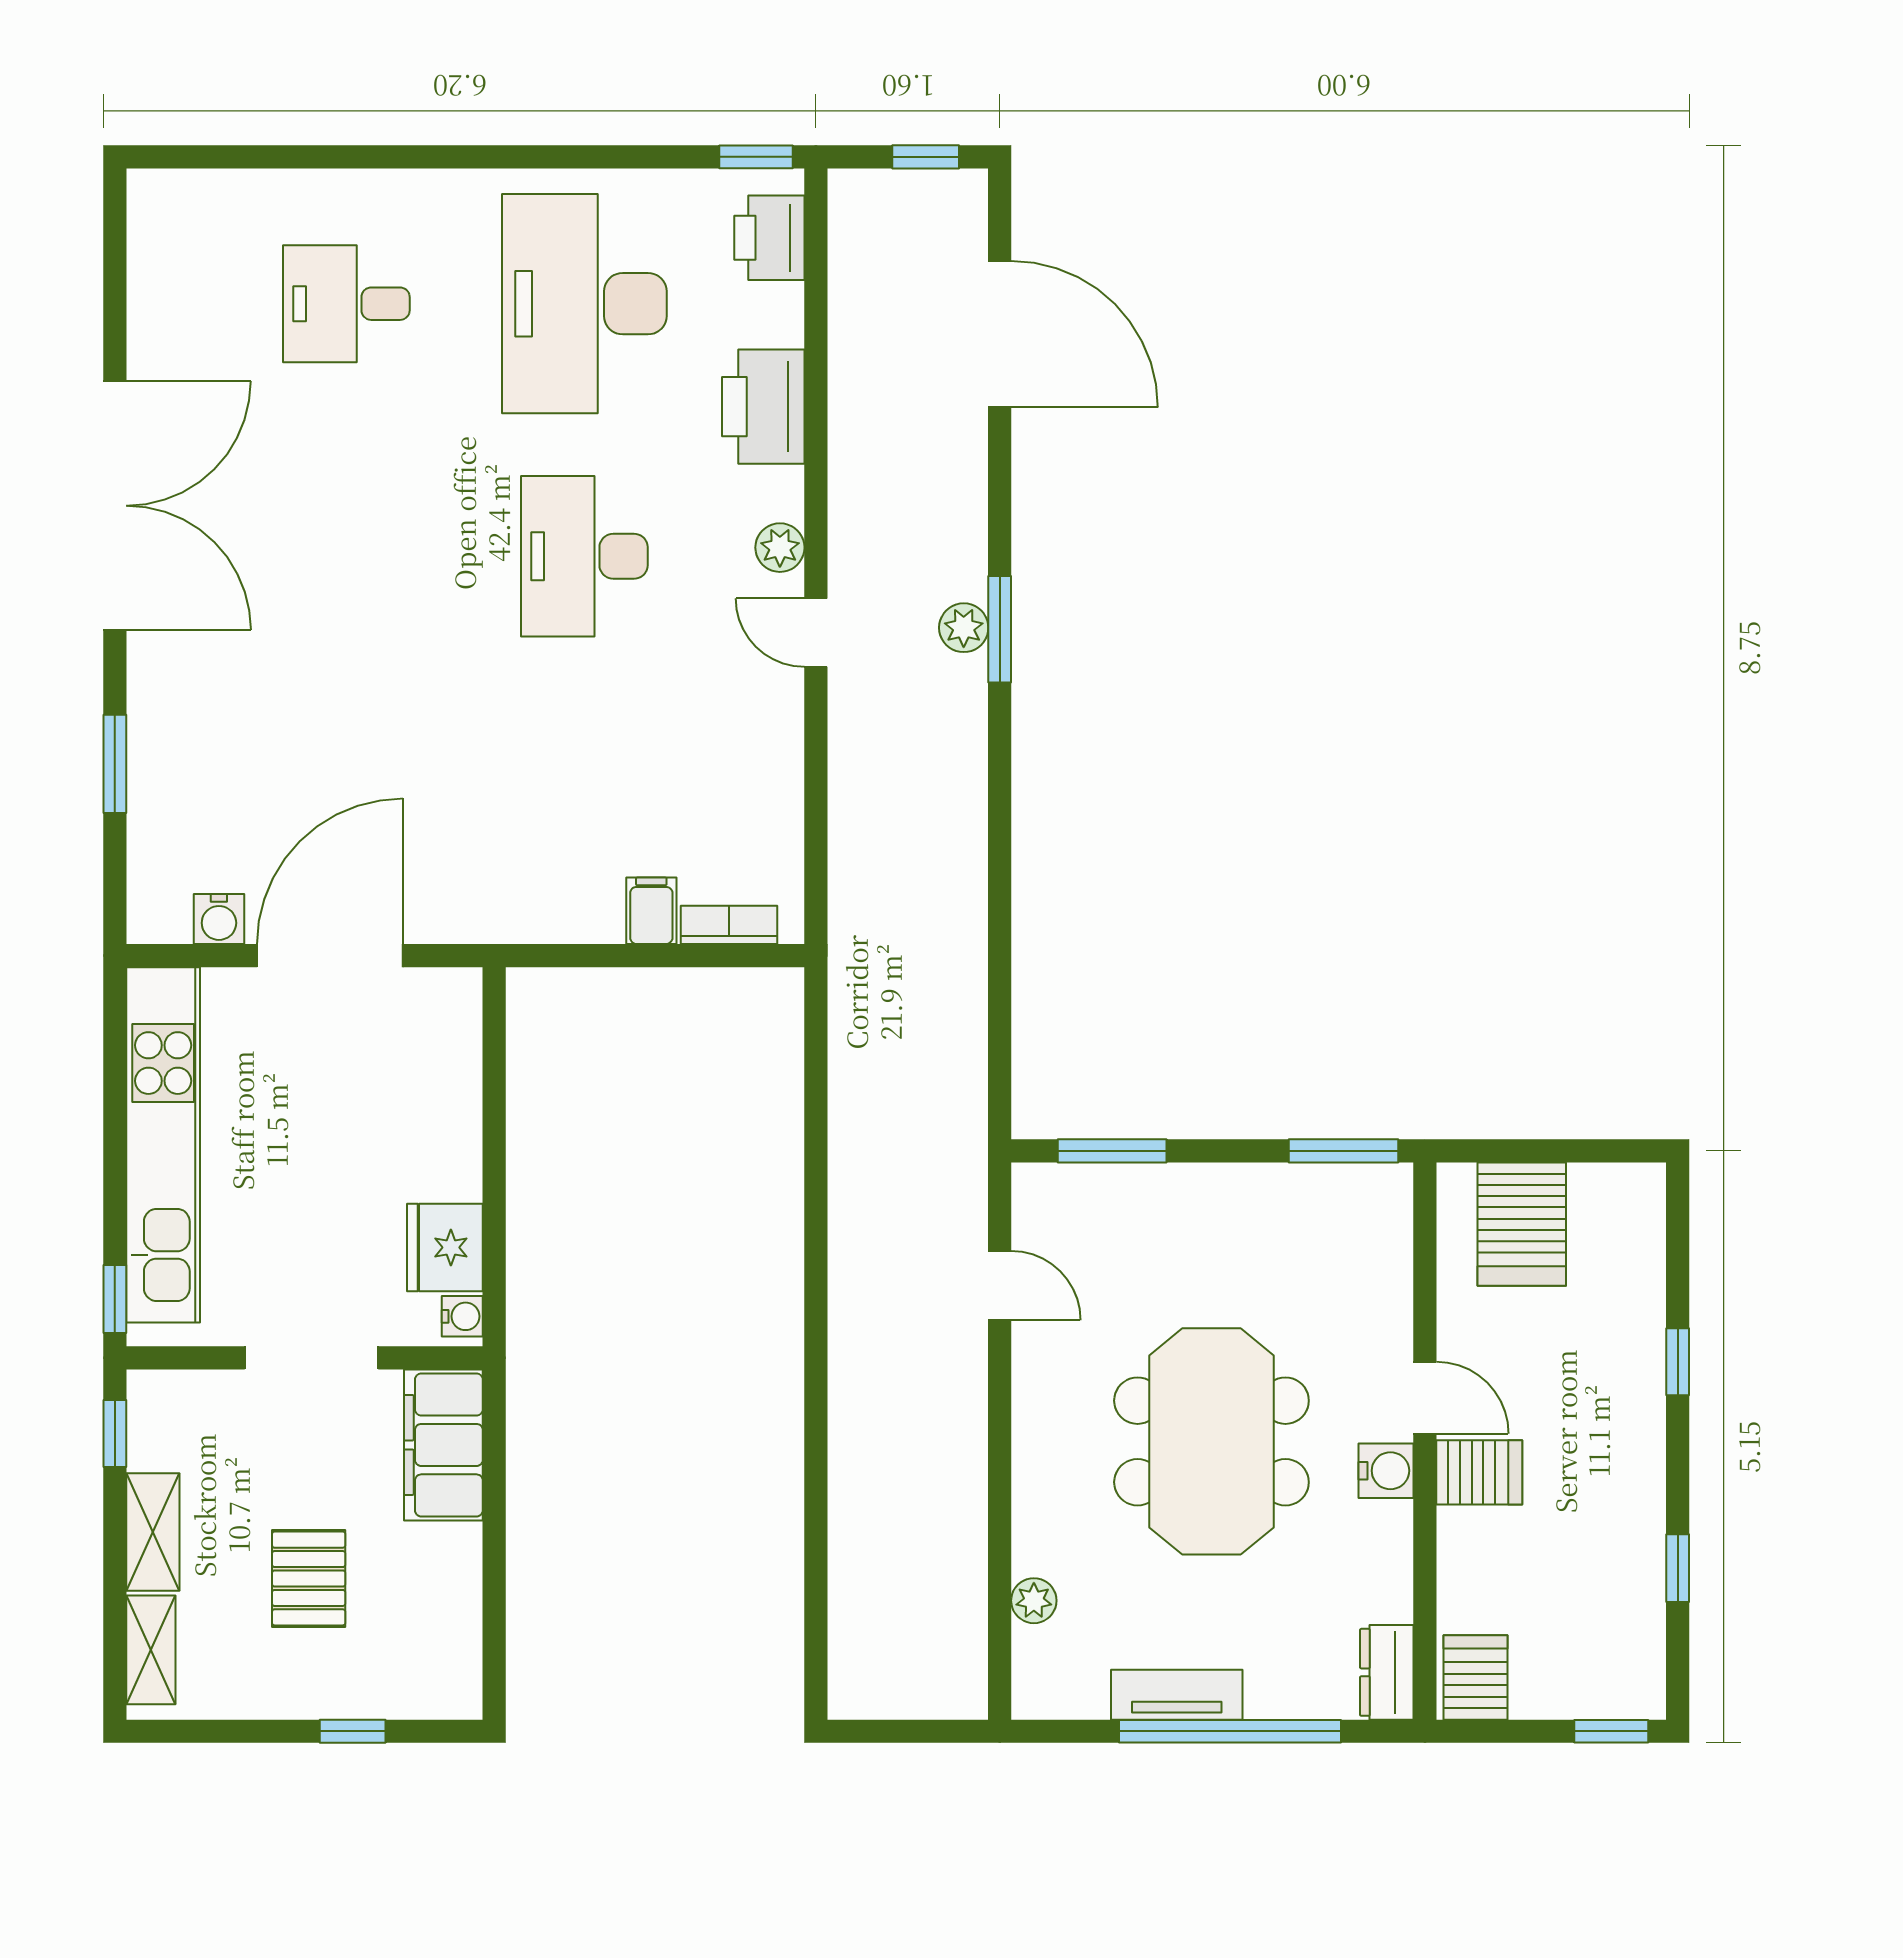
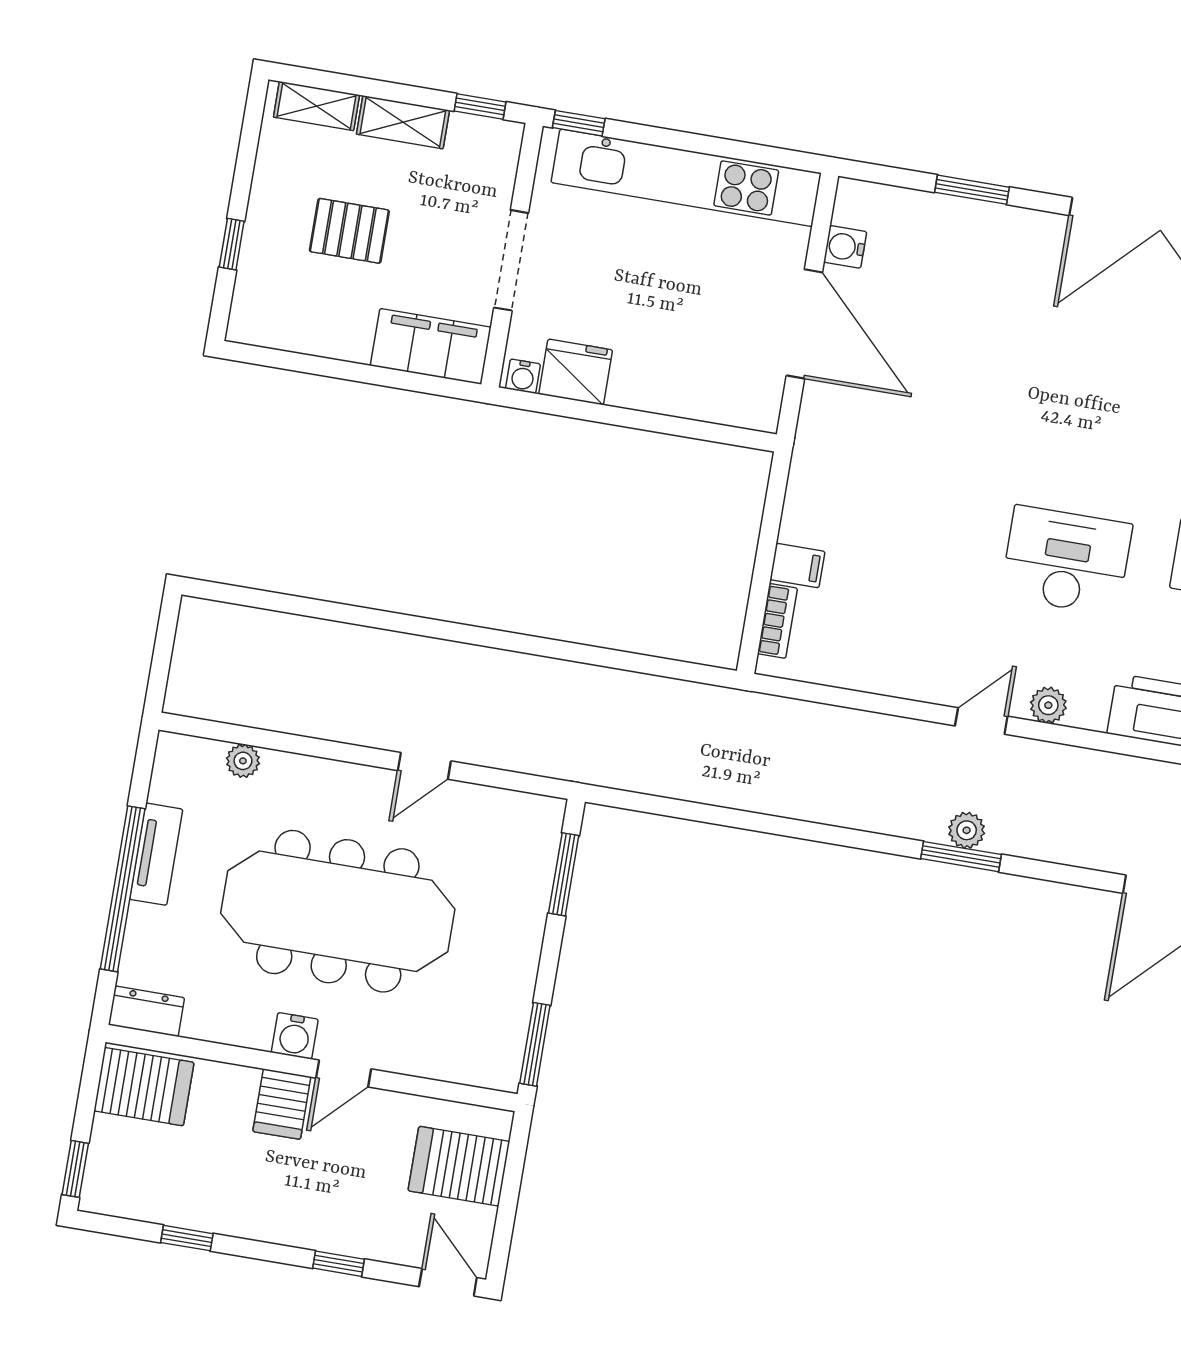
door: (1678, 1213) -> (448, 1282), added
door: (1000, 1285) -> (424, 766), moved
meeting table: (1211, 1441) -> (338, 911), width x1.36
server rack: (1475, 1677) -> (144, 1087), width x1.36, depth x1.44

